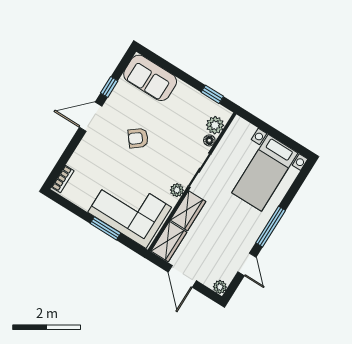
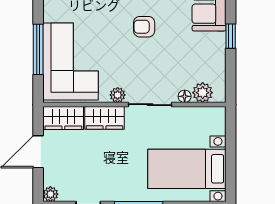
window: (212, 94) -> (231, 36), moved
armchair: (138, 138) -> (144, 27), turned -52
window: (105, 228) -> (38, 49), width x1.44

